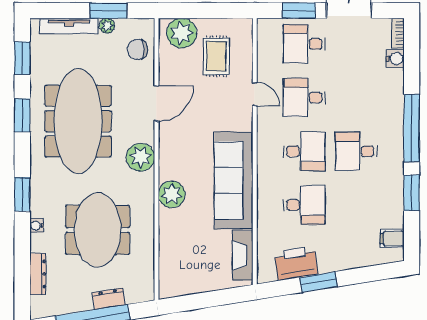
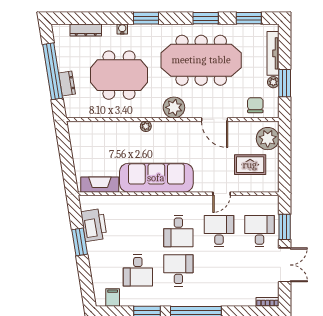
water cooler: (395, 59) -> (248, 300), removed
plant: (172, 194) -> (146, 126), width x0.53, depth x0.53
desk: (304, 205) -> (138, 270), moved

